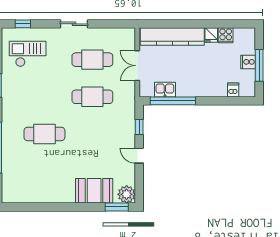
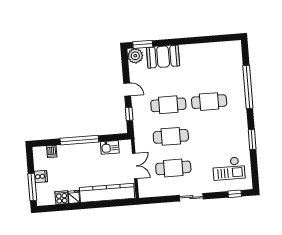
window: (259, 65) -> (32, 187), moved
window: (173, 101) -> (79, 140), moved
cafe table: (92, 134) -> (168, 105), added

